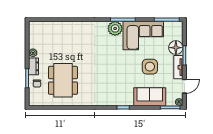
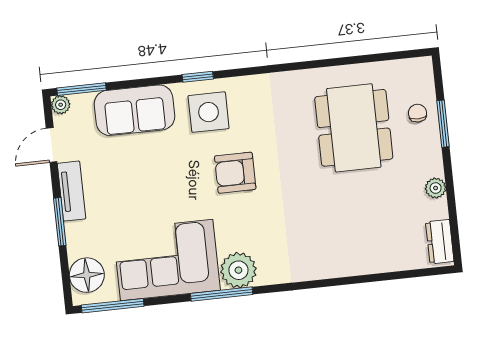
floor lamp: (176, 48) -> (87, 275), moved
dresser: (34, 66) -> (440, 242), moved
armchair: (112, 67) -> (235, 173), added
side table: (150, 67) -> (209, 112), moved

